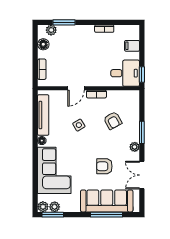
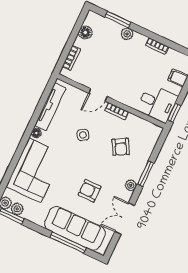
plant: (51, 30) -> (127, 34), moved

